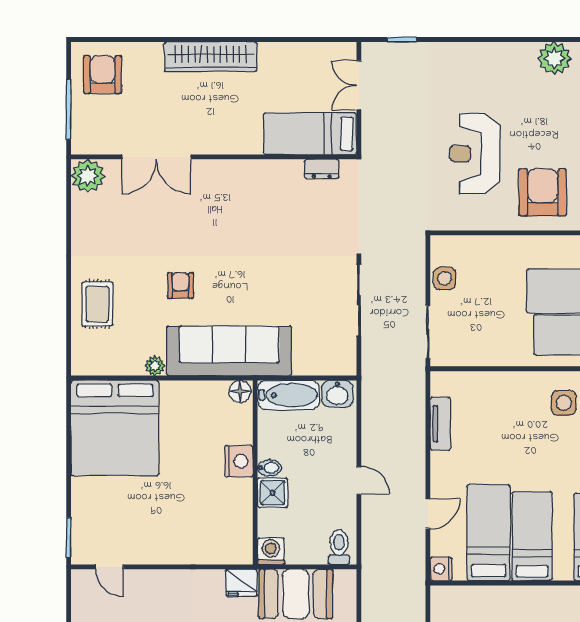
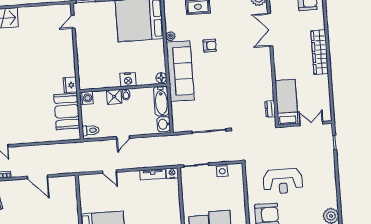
reception desk: (475, 154) -> (283, 181), turned 180
bed: (489, 533) -> (103, 201), removed
nightstand: (441, 569) -> (172, 173), moved

